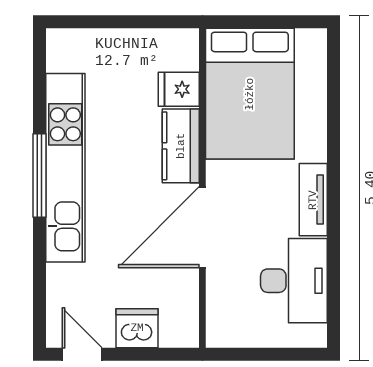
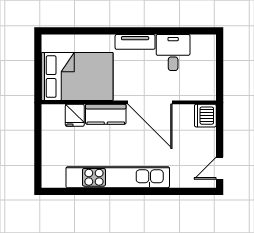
window: (39, 176) -> (122, 191), removed
desk: (294, 281) -> (173, 52), width x0.73
dishwasher: (137, 328) -> (205, 116), moved

